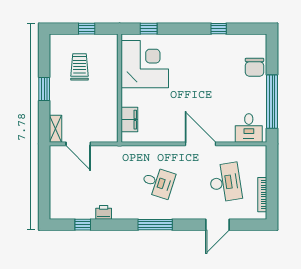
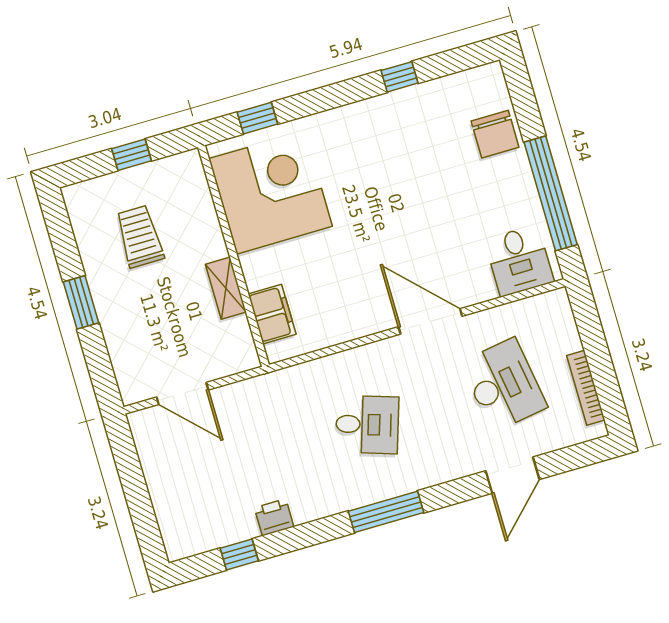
shelving: (56, 129) -> (226, 288), moved

